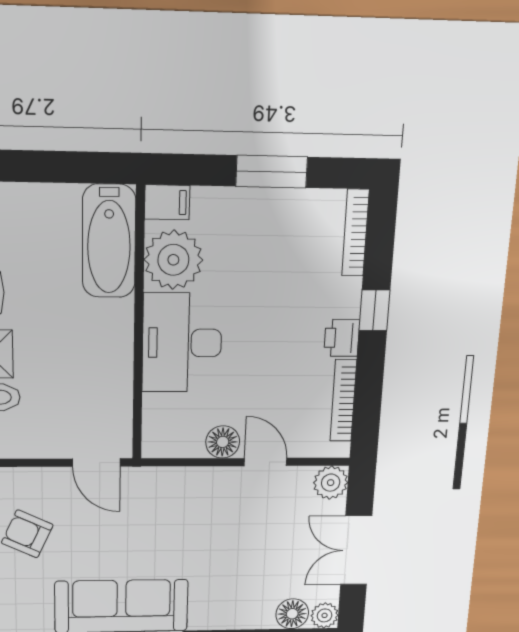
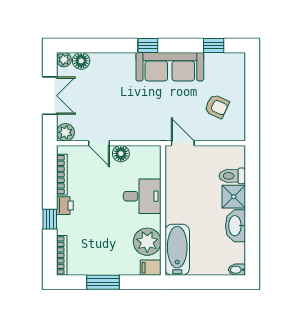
desk: (182, 343) -> (142, 196), width x0.73

